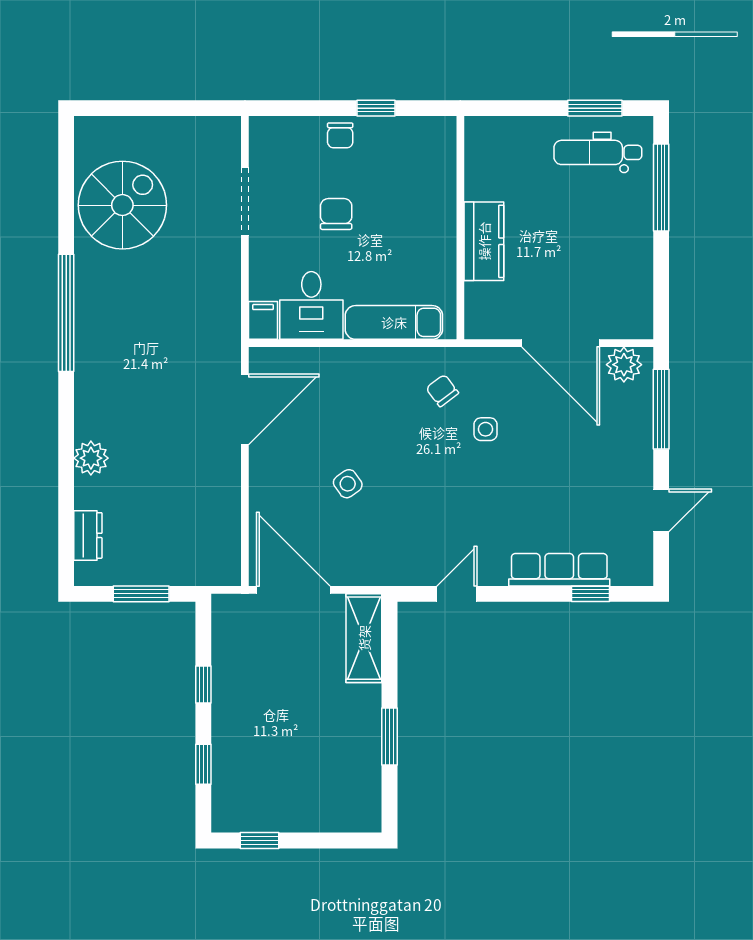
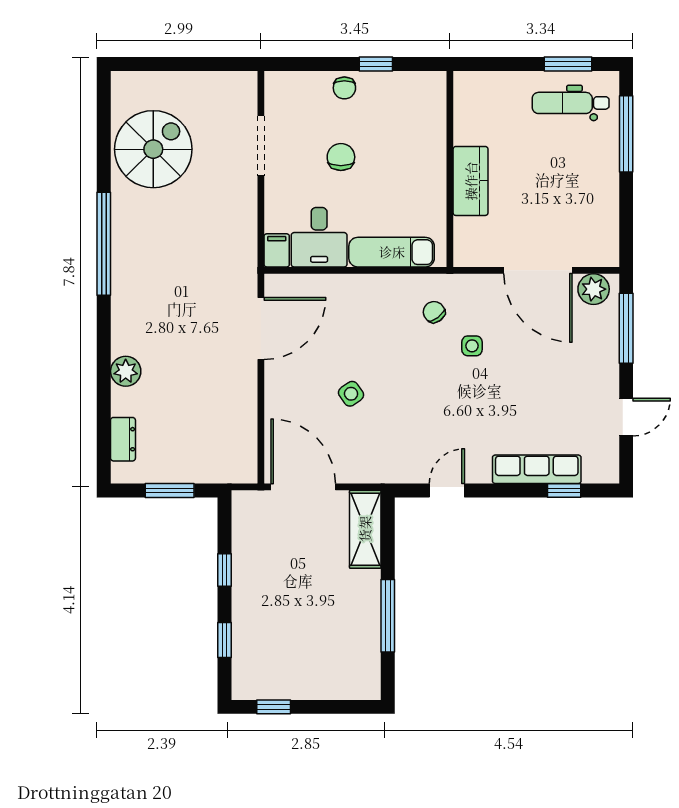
window: (389, 737) -> (388, 616), width x1.44

